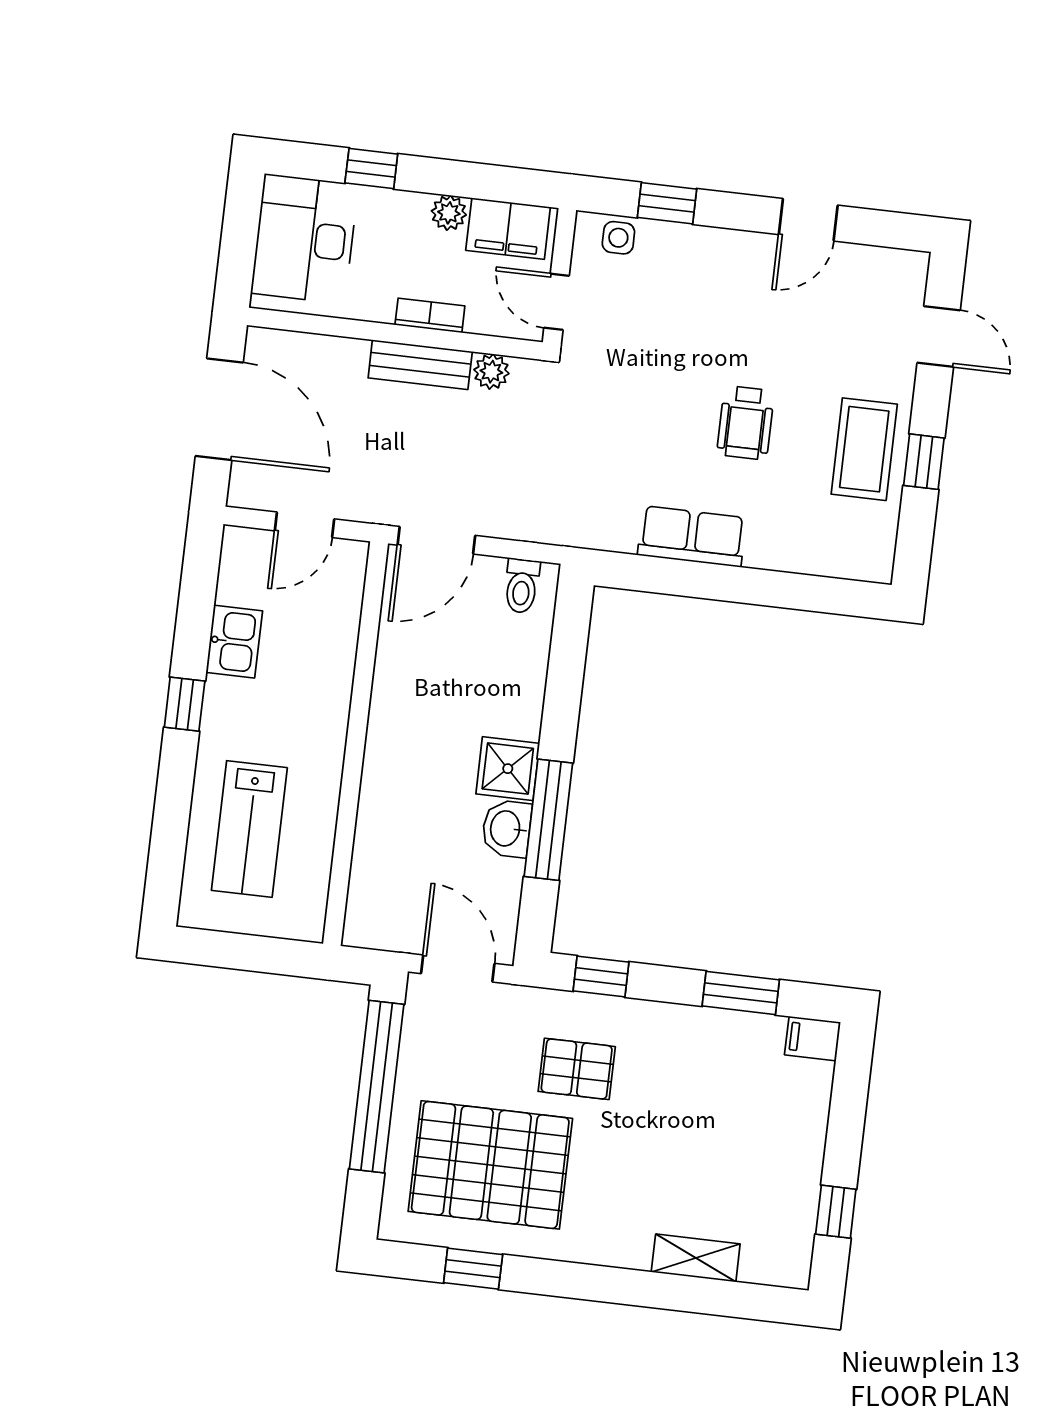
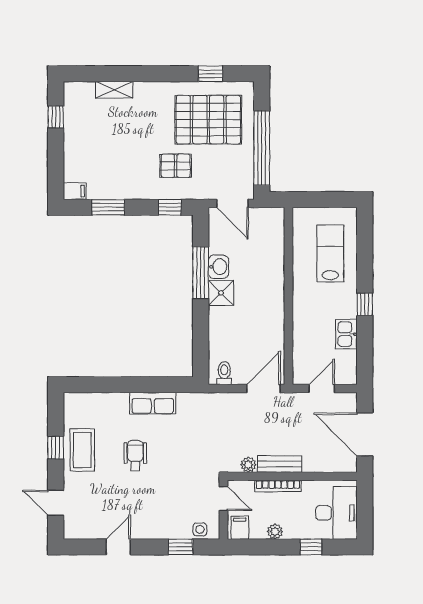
filing cabinet: (508, 229) -> (240, 528), width x0.50
bookcase: (430, 315) -> (278, 486), width x1.56

